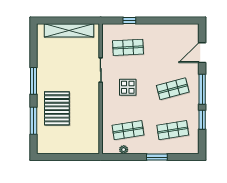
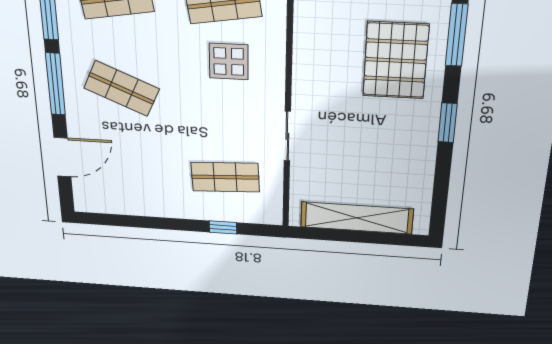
window: (33, 81) -> (448, 123), width x0.69
display table: (128, 87) -> (229, 61), moved
shop shelf: (173, 89) -> (122, 89), turned 39

